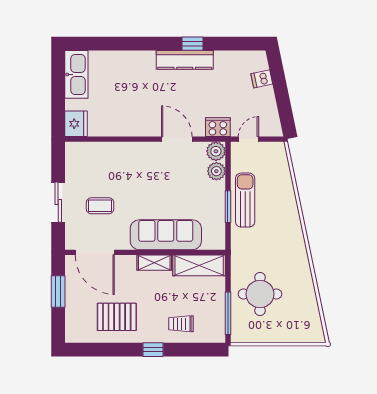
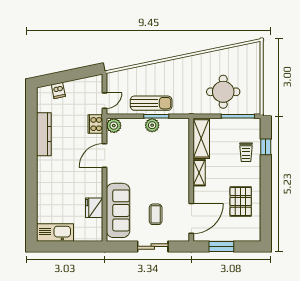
window: (192, 44) -> (31, 144), removed
kitchen counter: (185, 60) -> (44, 134), moved
fridge: (76, 124) -> (94, 208), moved, turned -90
door: (248, 139) -> (105, 101), swing flipped
plant: (216, 171) -> (152, 125), moved
sun lounger: (245, 200) -> (151, 103), turned 180
sofa: (166, 235) -> (118, 210), moved, turned 180
window: (153, 350) -> (266, 147), moved

